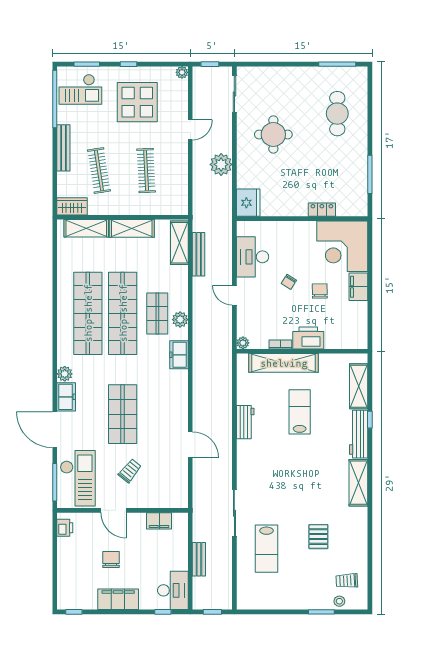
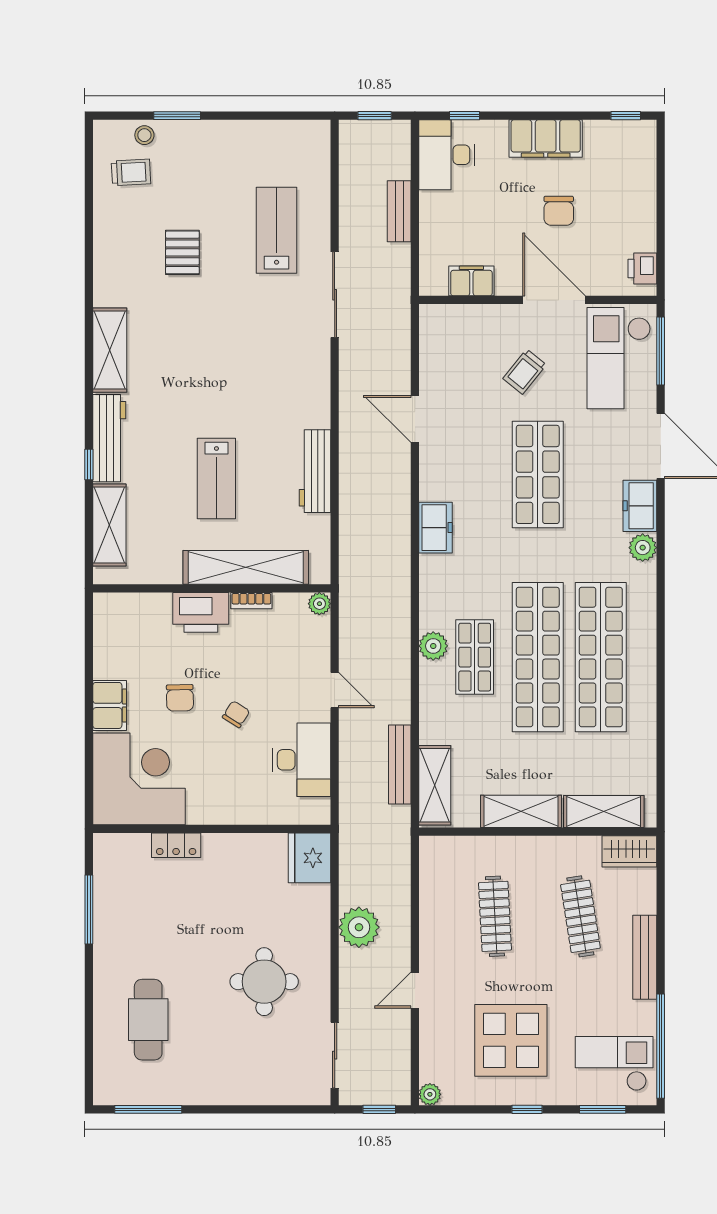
freezer: (179, 355) -> (435, 528), moved
workbench: (245, 422) -> (315, 471), width x1.38
door: (114, 510) -> (554, 300), width x1.36

